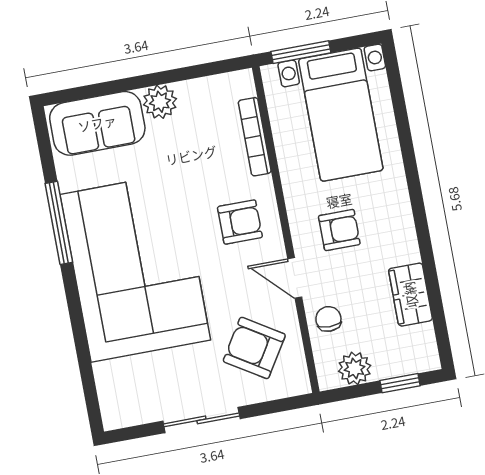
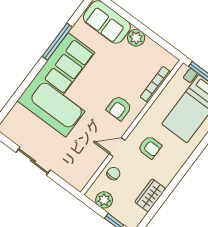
armchair: (240, 222) -> (119, 108), turned 90
door: (295, 278) -> (117, 147), hinge flipped
armchair: (254, 348) -> (78, 156), removed

